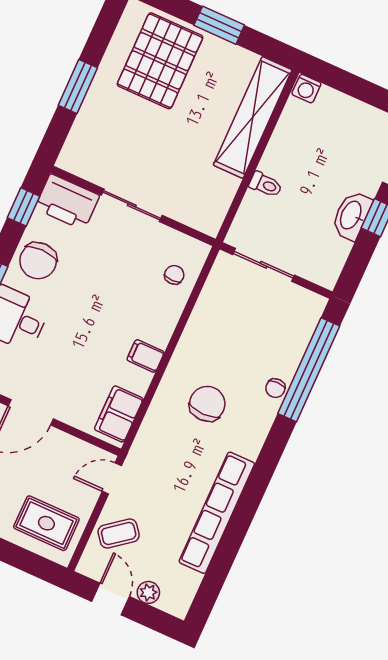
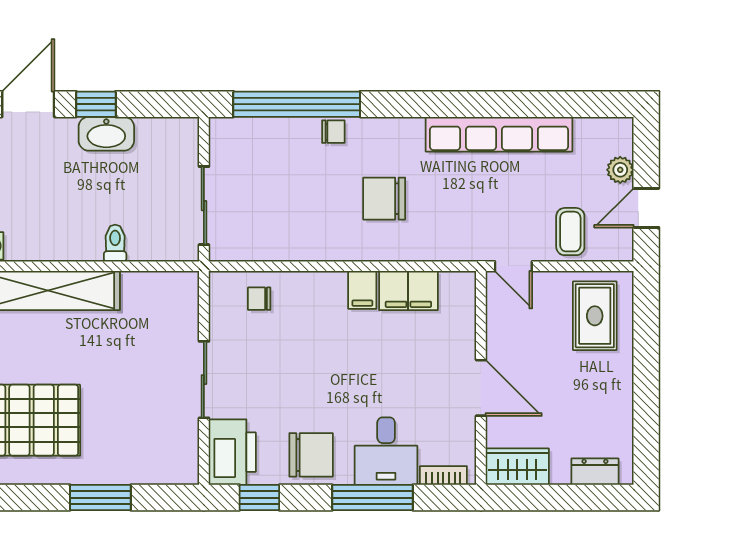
filing cabinet: (119, 414) -> (408, 291), moved
coffee table: (119, 534) -> (570, 232), turned 38

